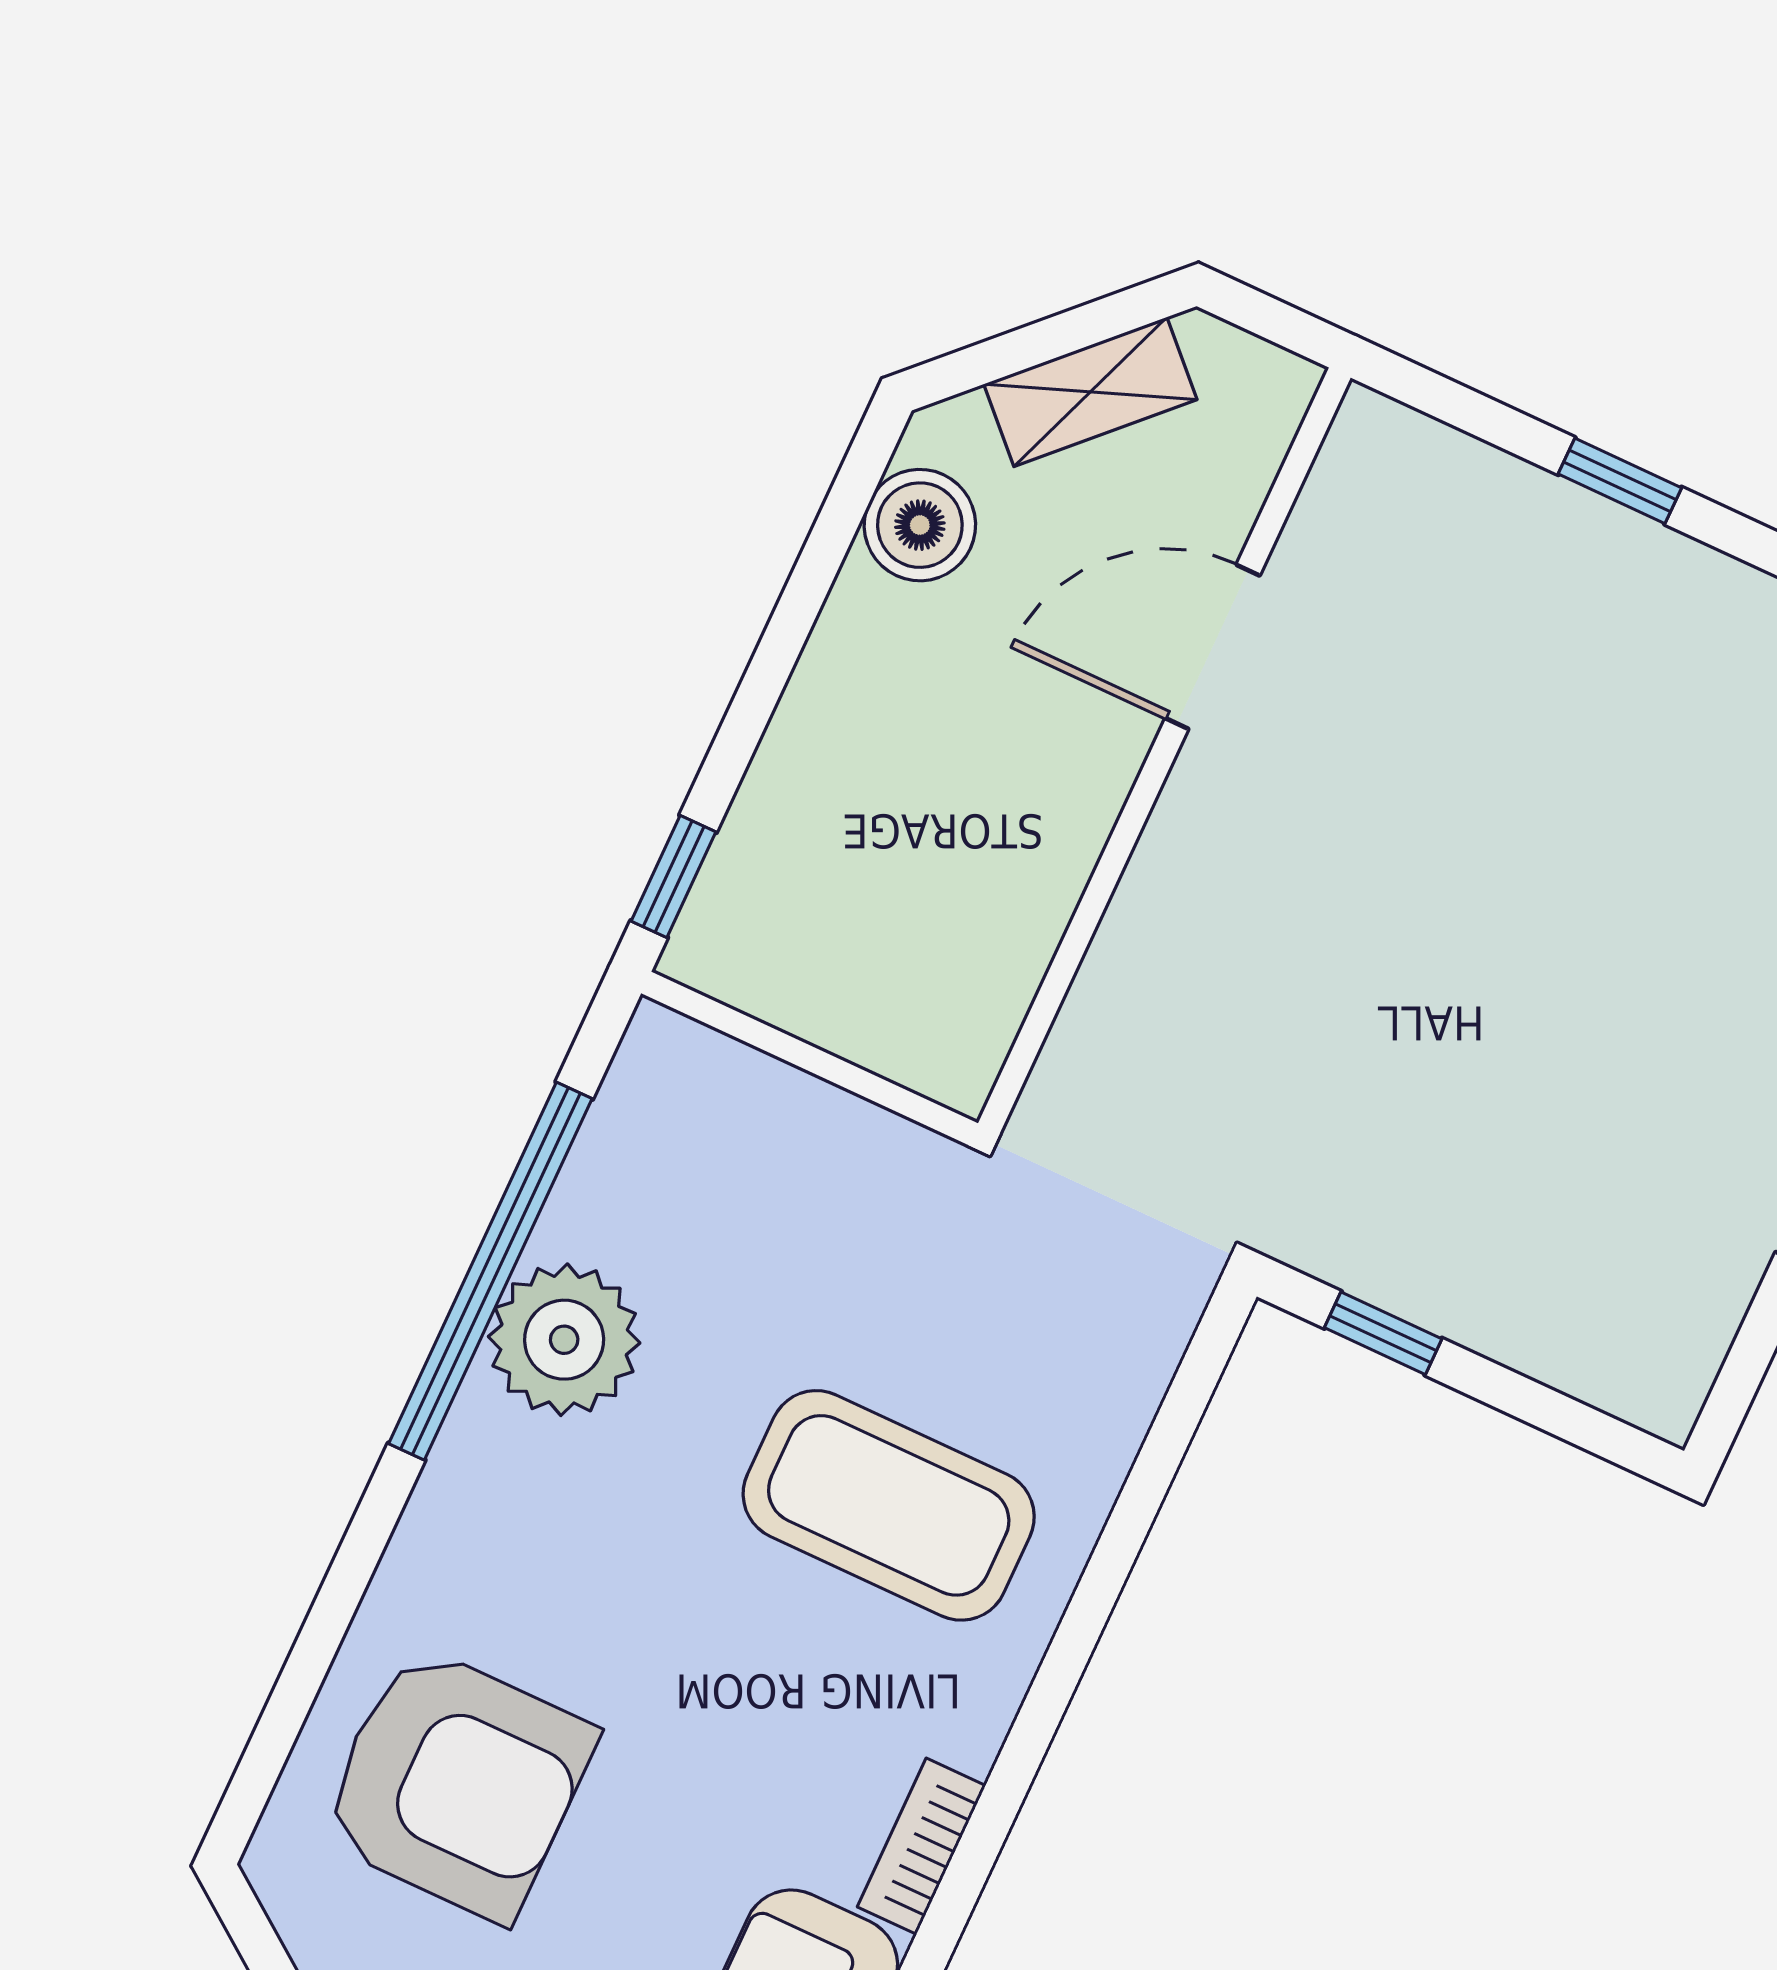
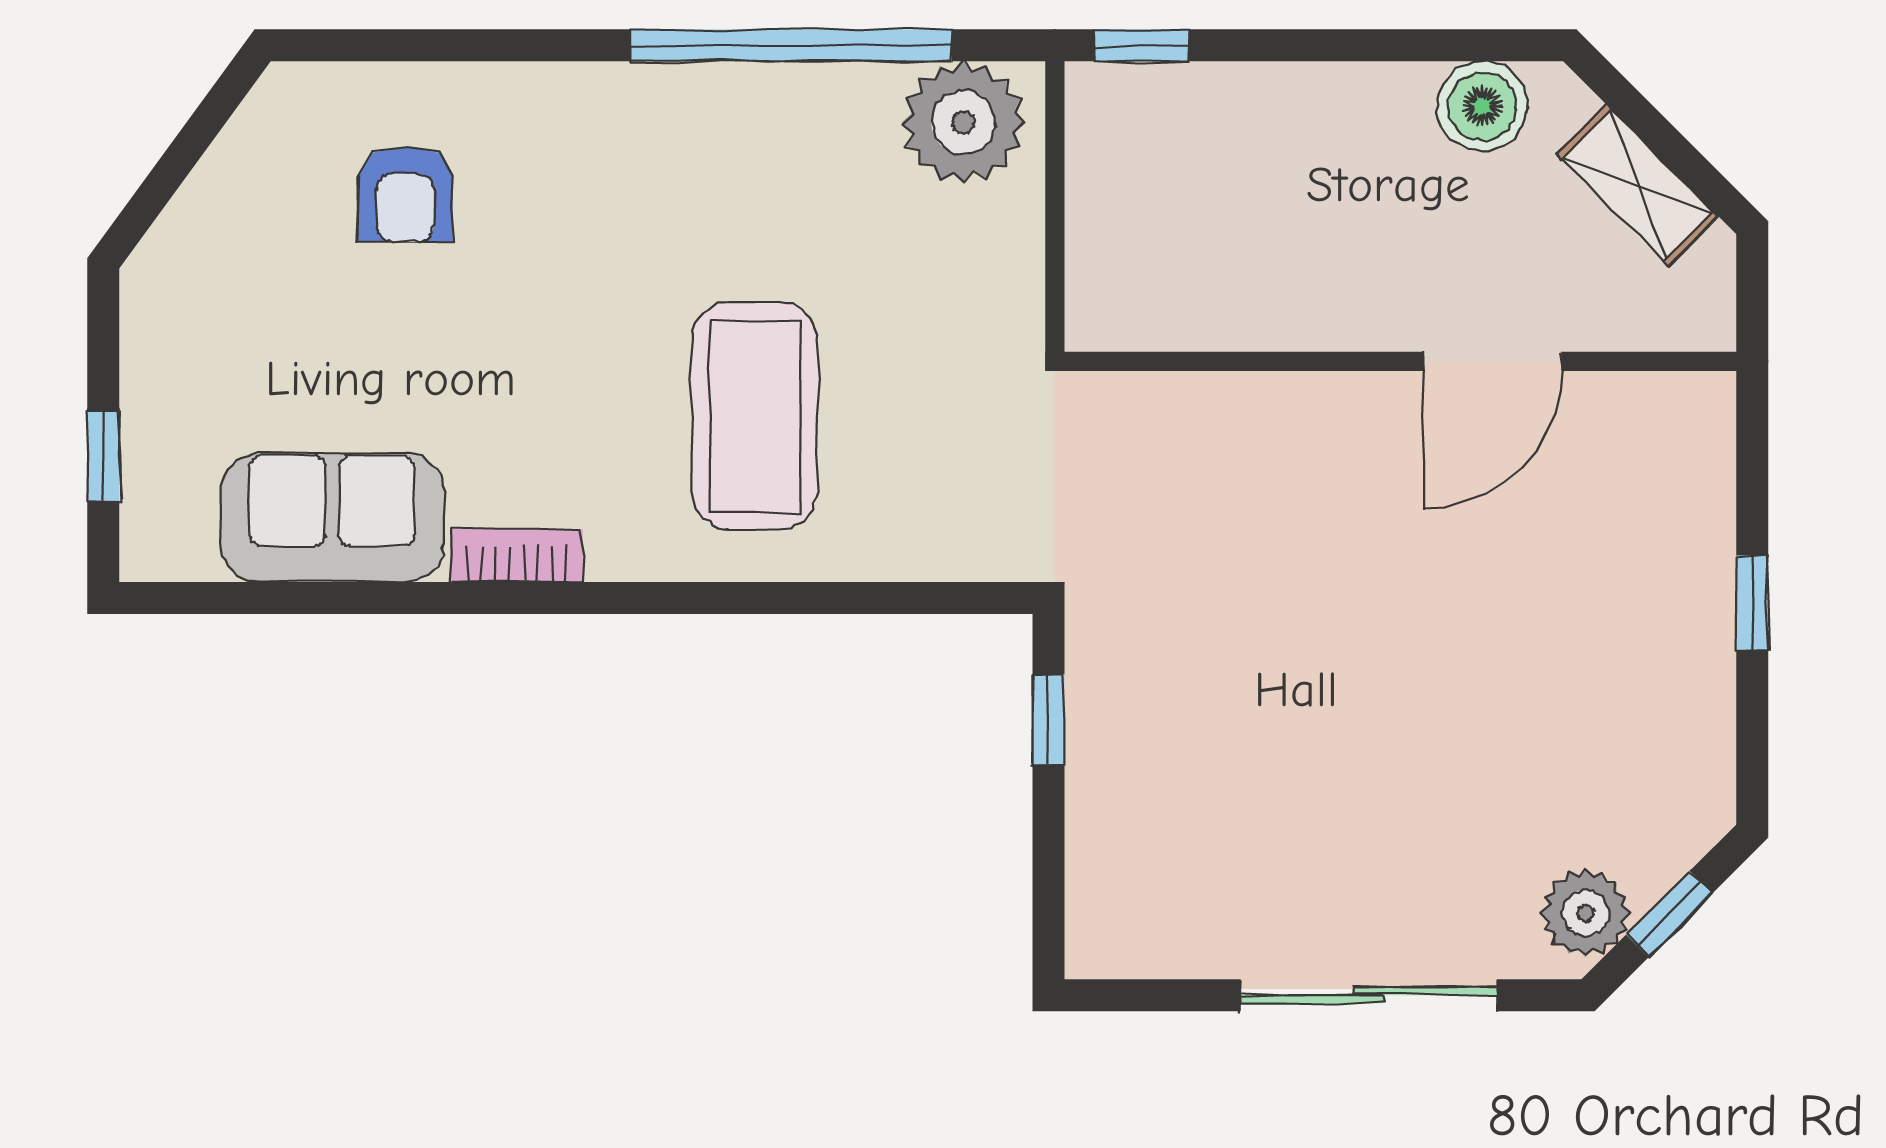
door: (1212, 647) -> (1492, 361), swing flipped
plant: (564, 1340) -> (963, 122), moved
armchair: (457, 1783) -> (405, 194), width x0.53, depth x0.53

